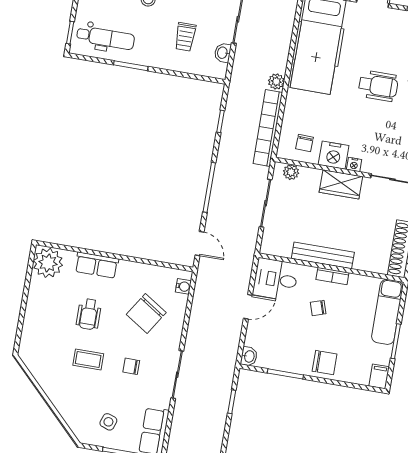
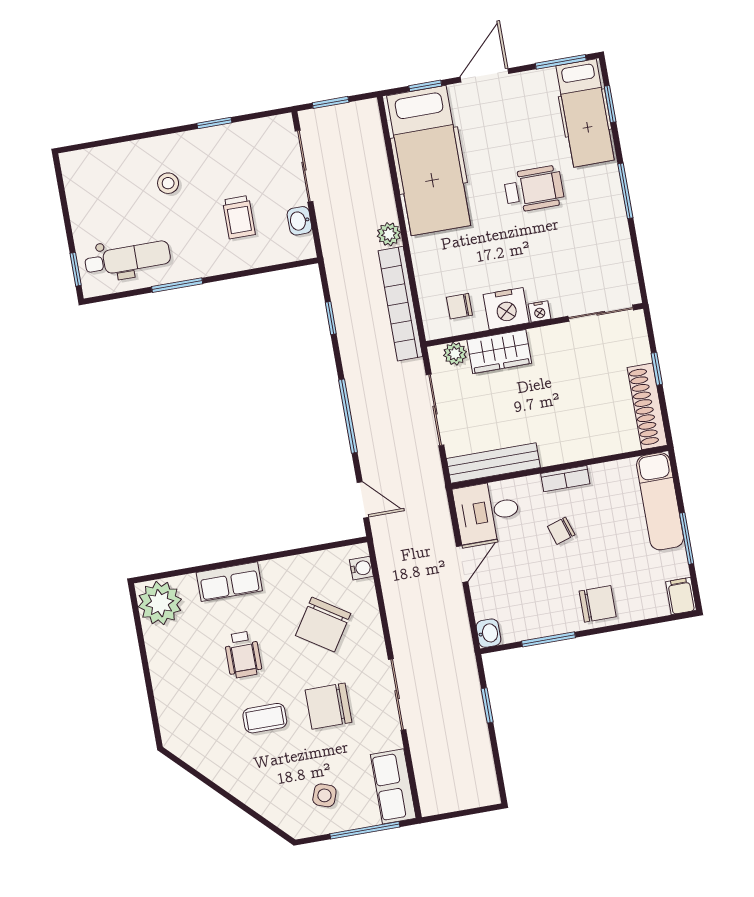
chair: (305, 143) -> (459, 306), turned 88
wardrobe: (341, 184) -> (499, 352), moved
bench: (323, 255) -> (493, 463), moved
chair: (131, 366) -> (329, 706), width x1.87, depth x1.87

